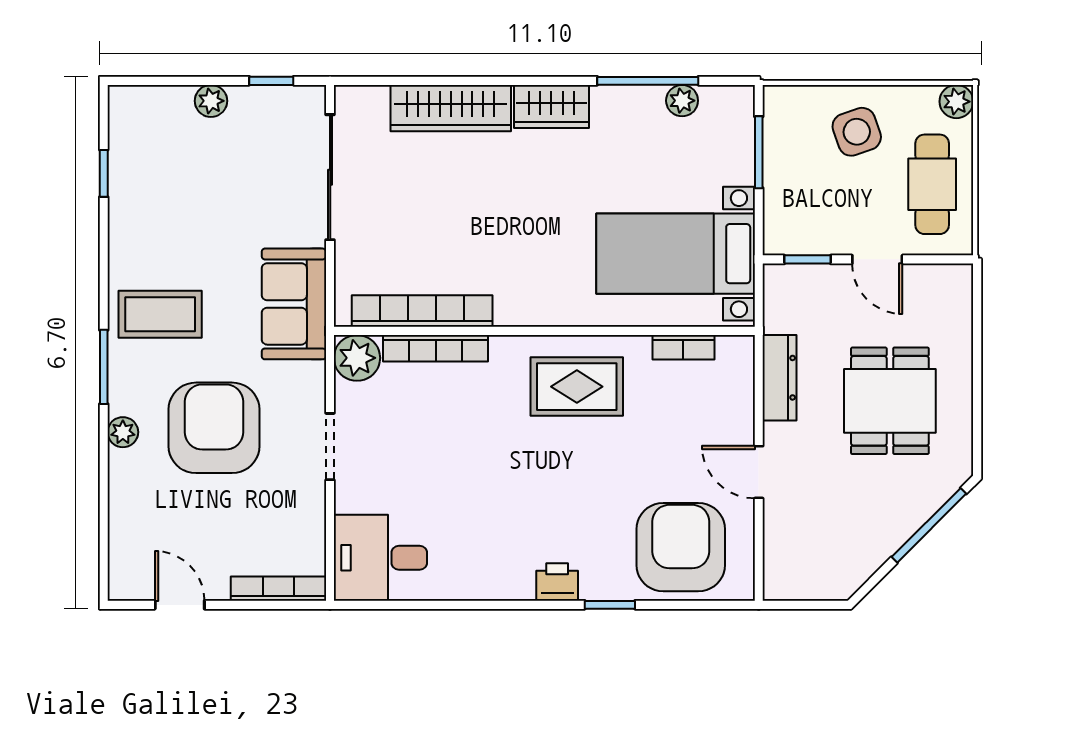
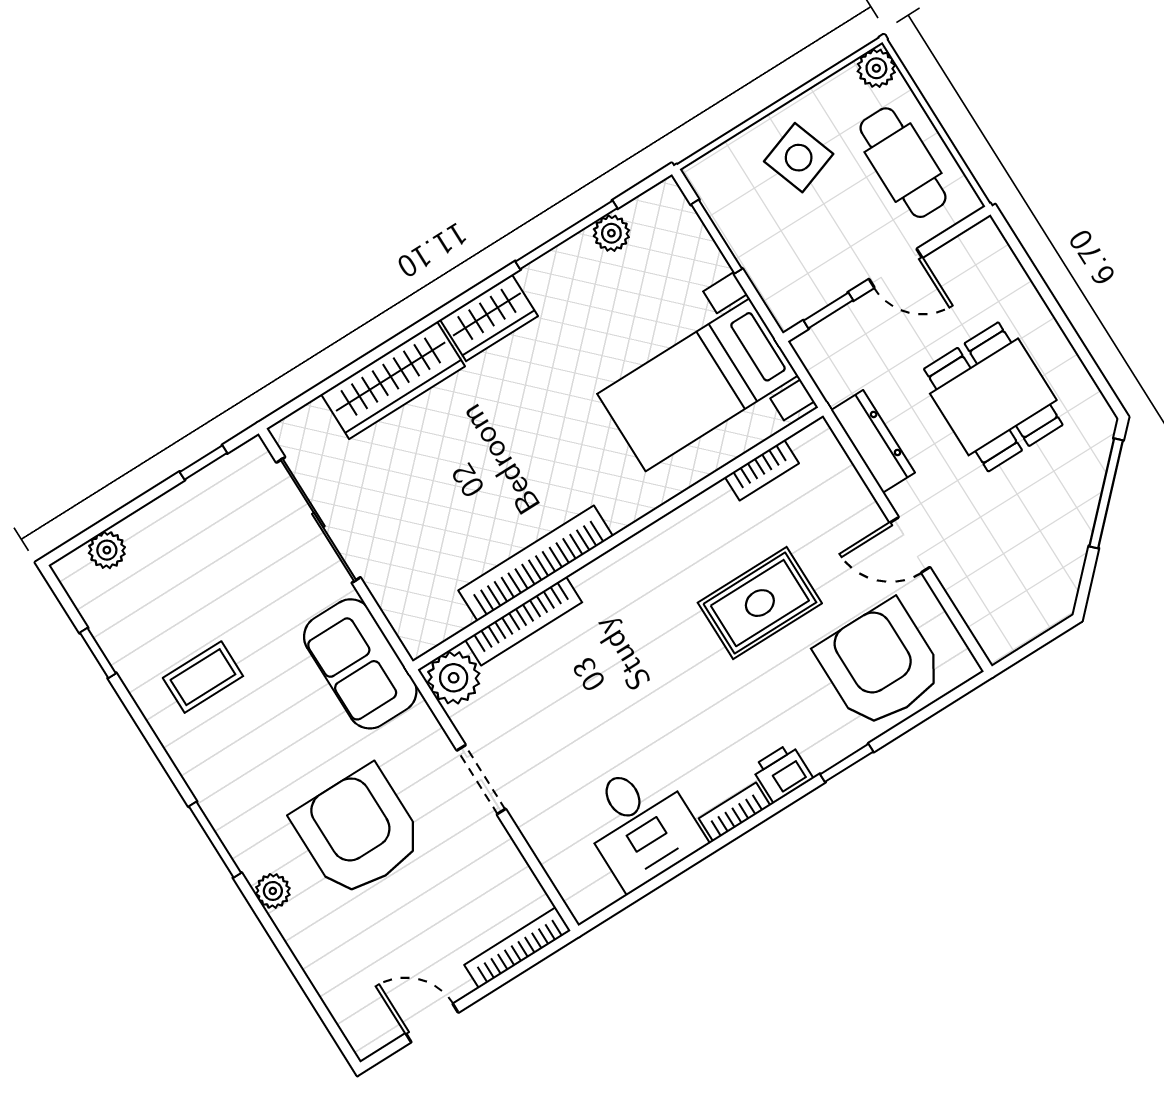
plant: (211, 101) -> (107, 550), moved
bookcase: (422, 311) -> (536, 563), moved
coffee table: (160, 314) -> (203, 677), moved, width x0.73, depth x0.77
rug: (577, 387) -> (760, 603), moved
desk: (380, 558) -> (640, 825), moved, turned -90
bookcase: (504, 589) -> (735, 812), added

